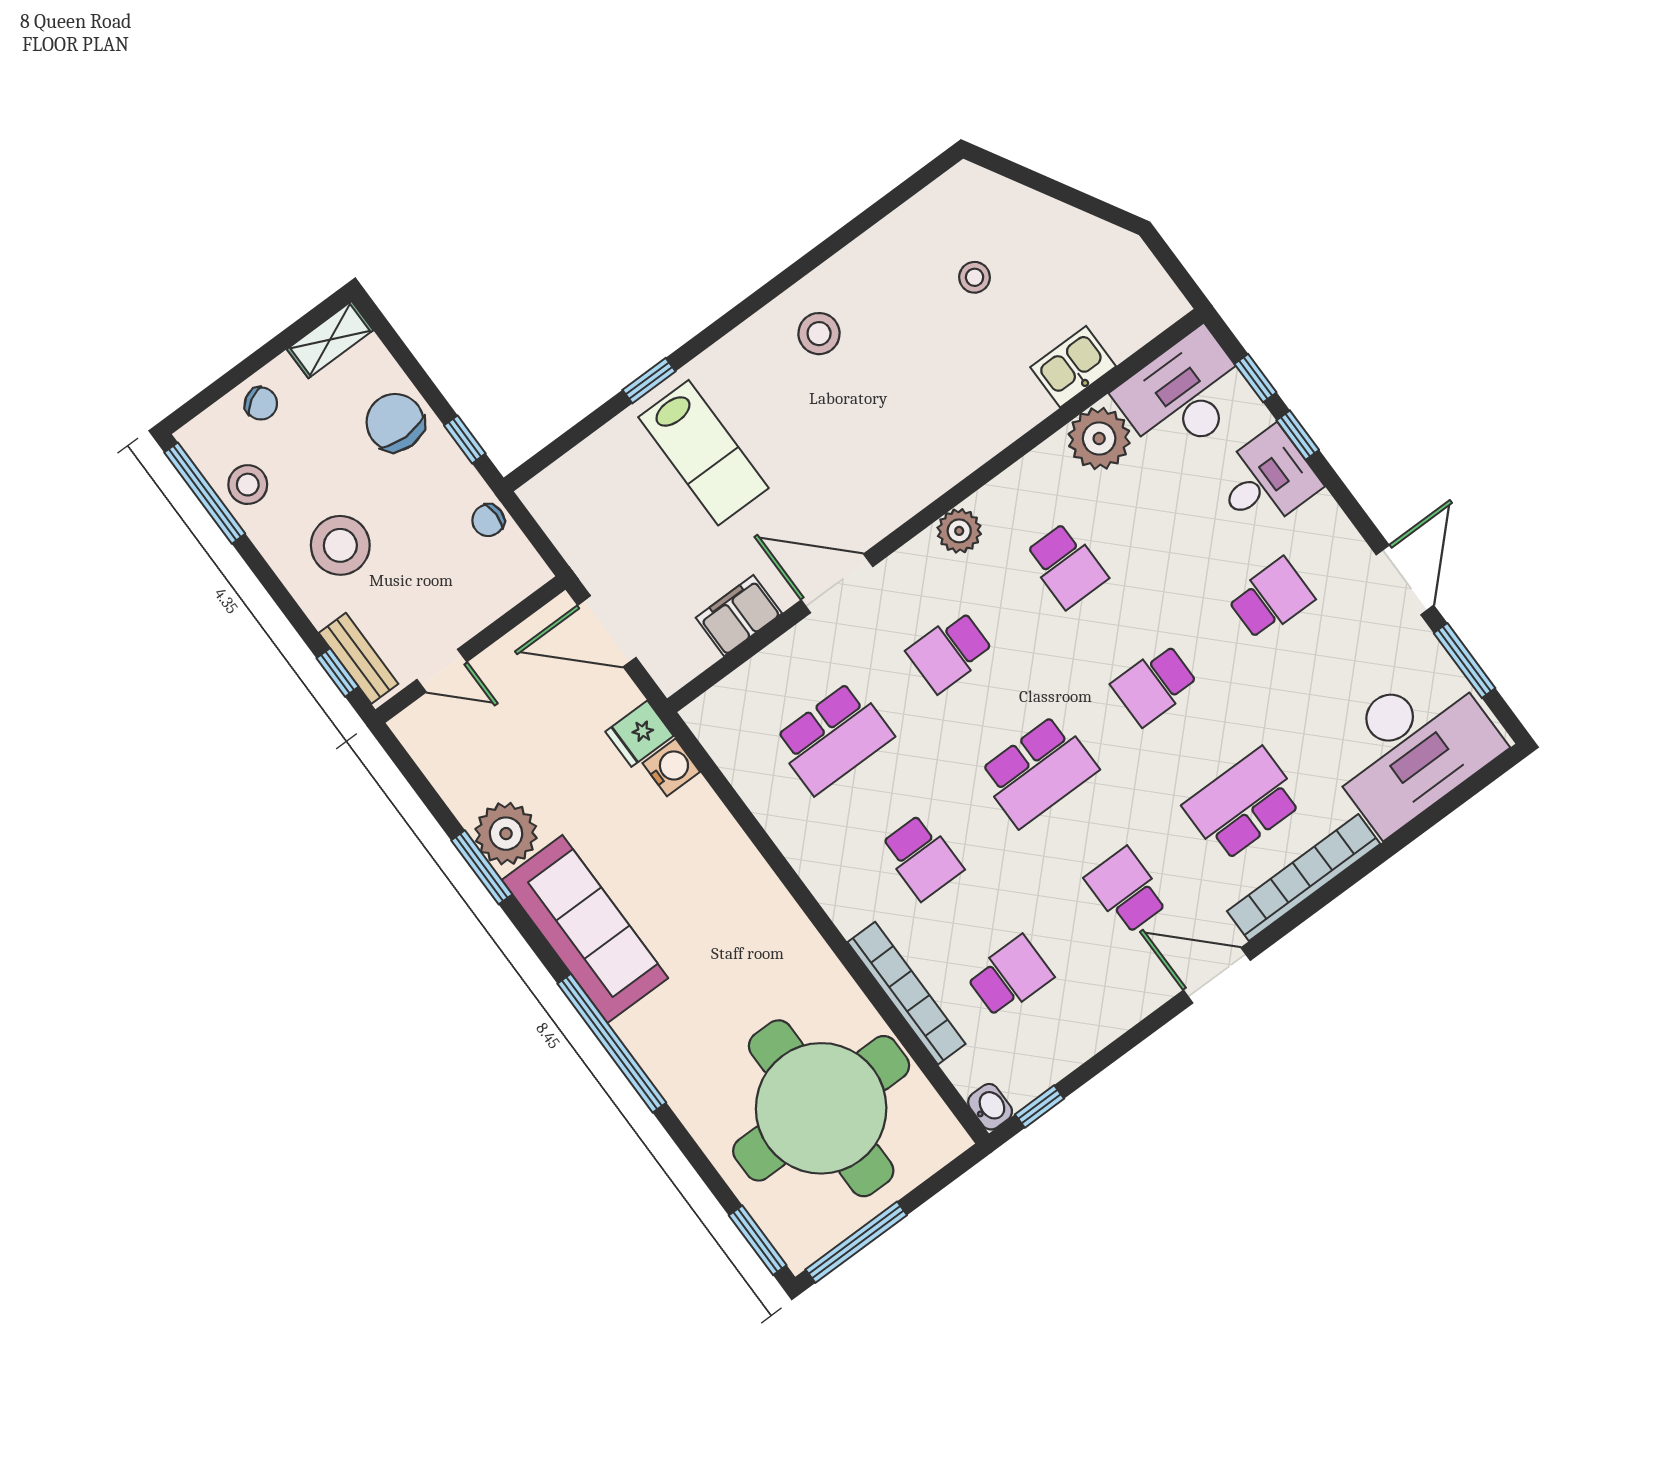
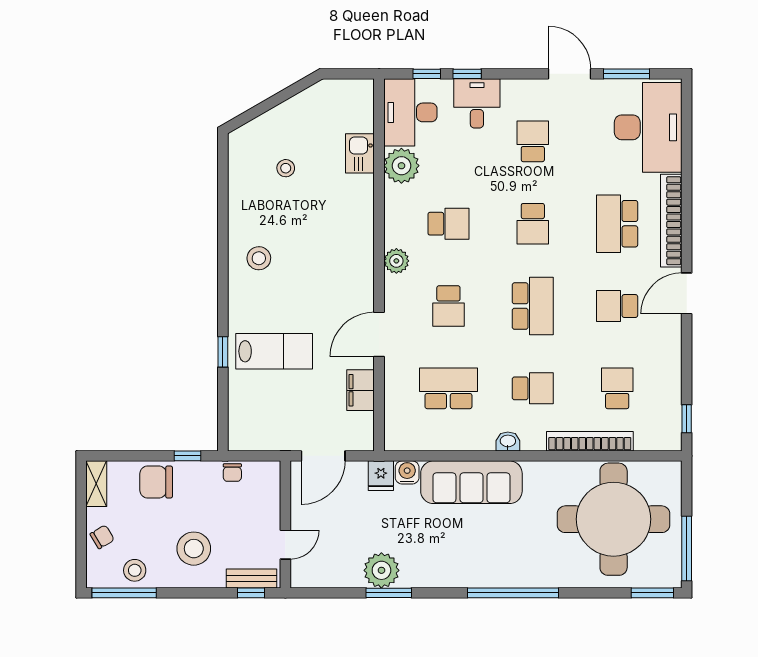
school desk: (833, 738) -> (448, 388), turned -90
sofa: (585, 929) -> (471, 482), moved, turned 180
washbasin: (990, 1107) -> (508, 441), moved

